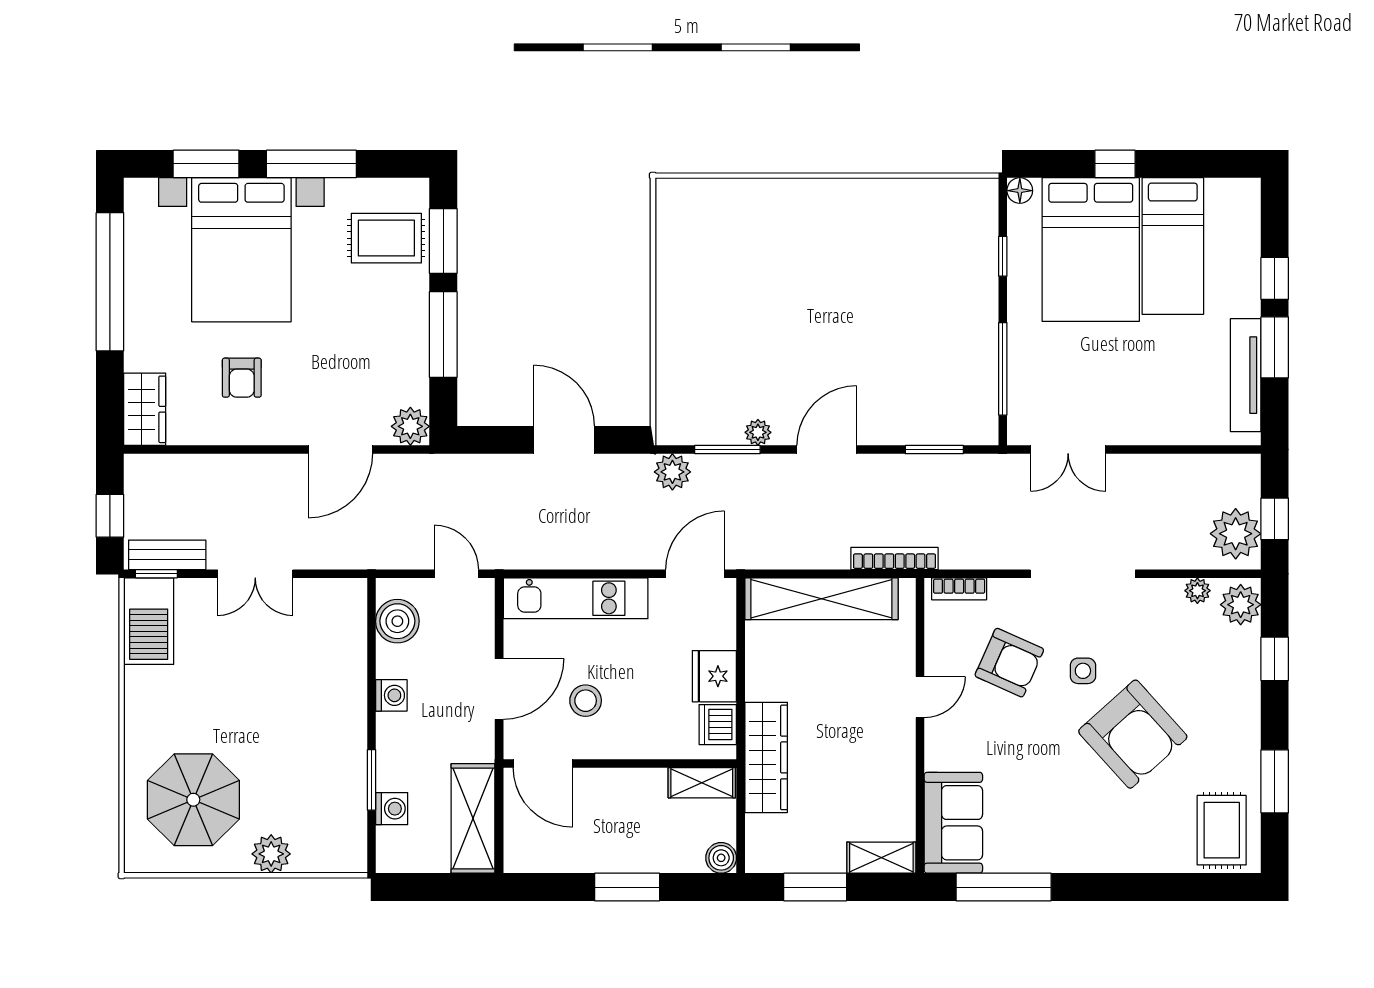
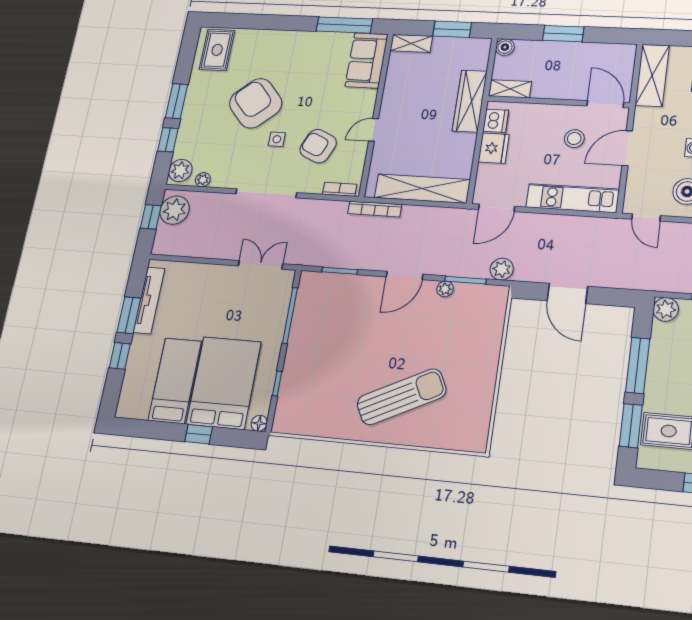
sun lounger: (800, 253) -> (401, 397), added
window: (1275, 781) -> (177, 101), moved

